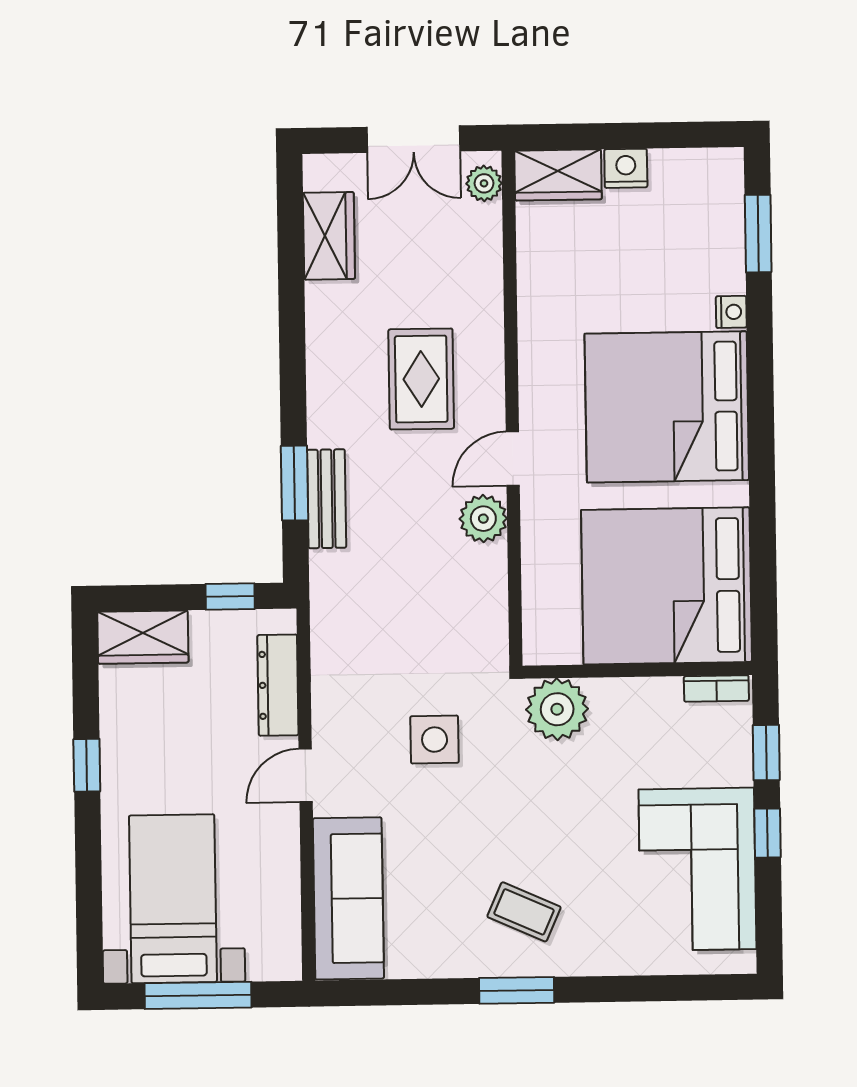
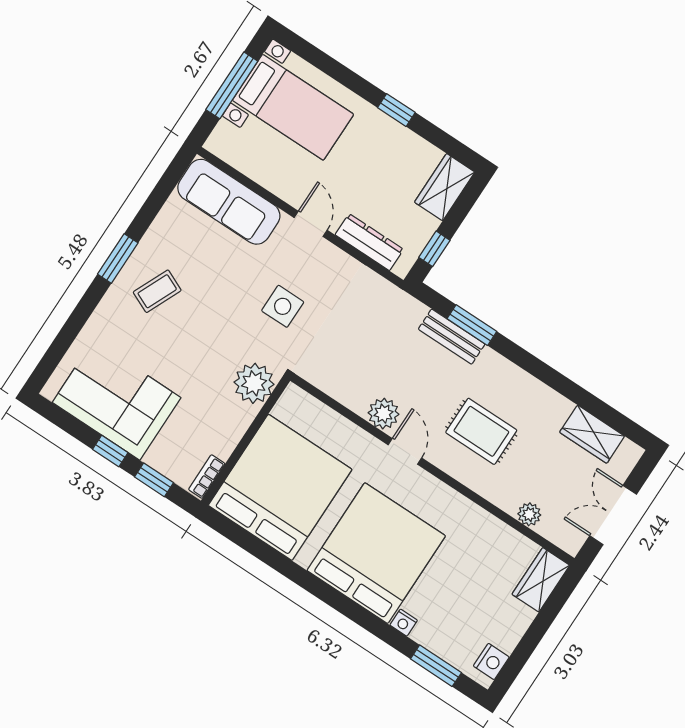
nightstand: (626, 168) -> (491, 661), moved
plant: (484, 183) -> (529, 514), moved

